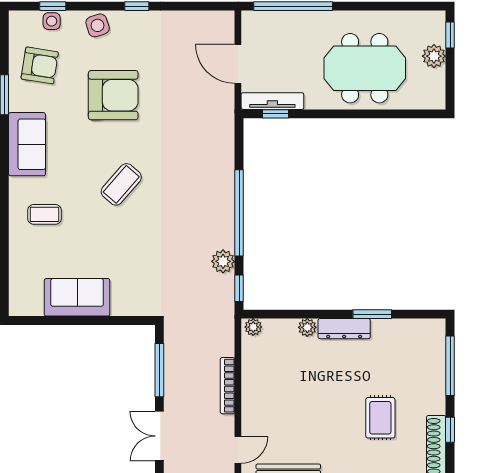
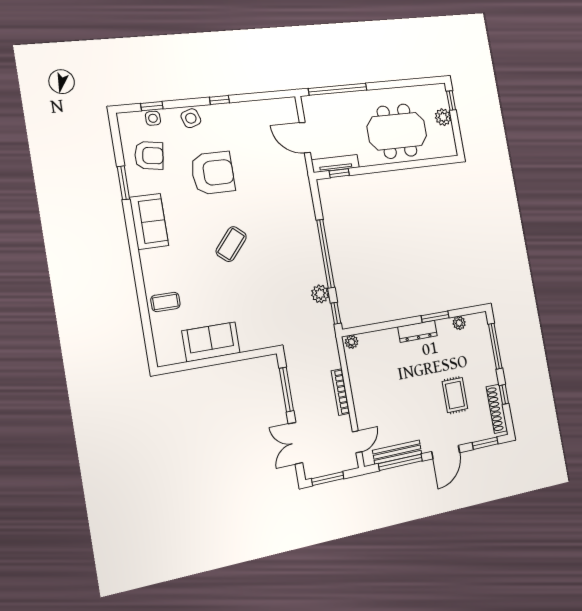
coffee table: (45, 214) -> (165, 302), moved
plant: (307, 327) -> (459, 323), moved

